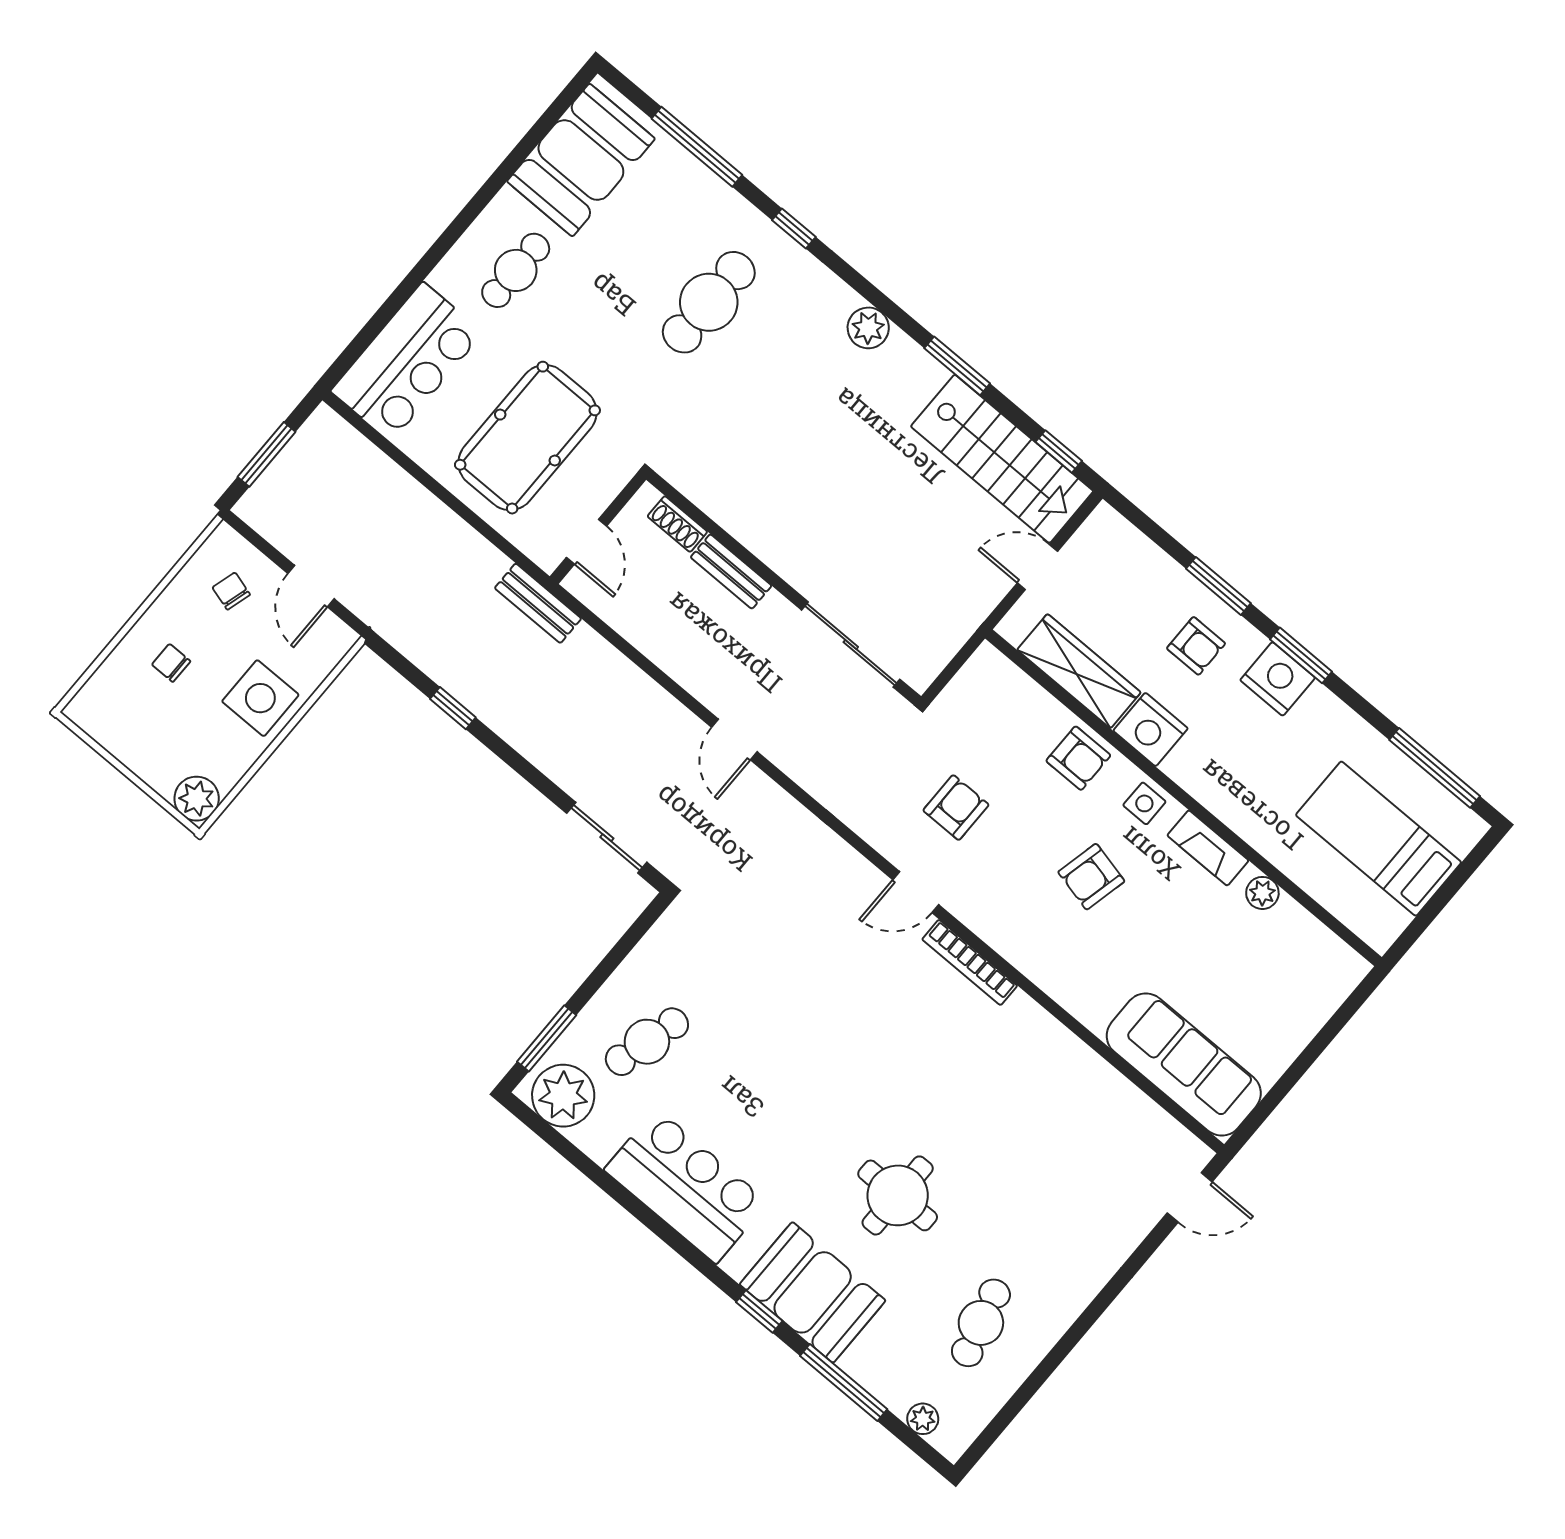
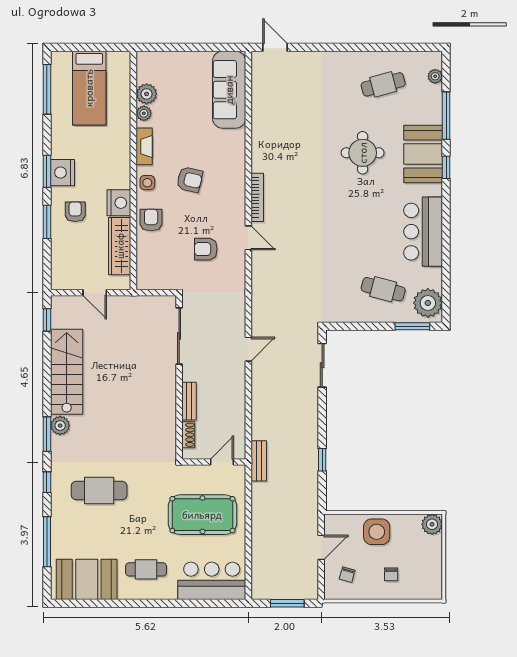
window: (957, 366) -> (47, 434), moved
stairs: (1002, 459) -> (67, 372), moved
plant: (1290, 924) -> (147, 94), added

